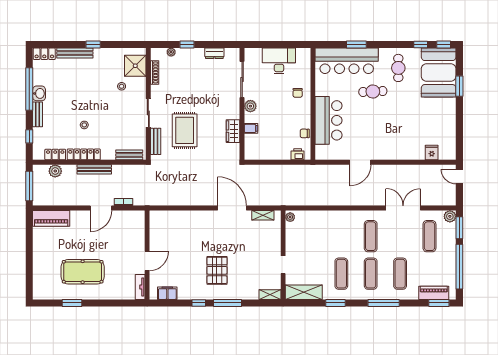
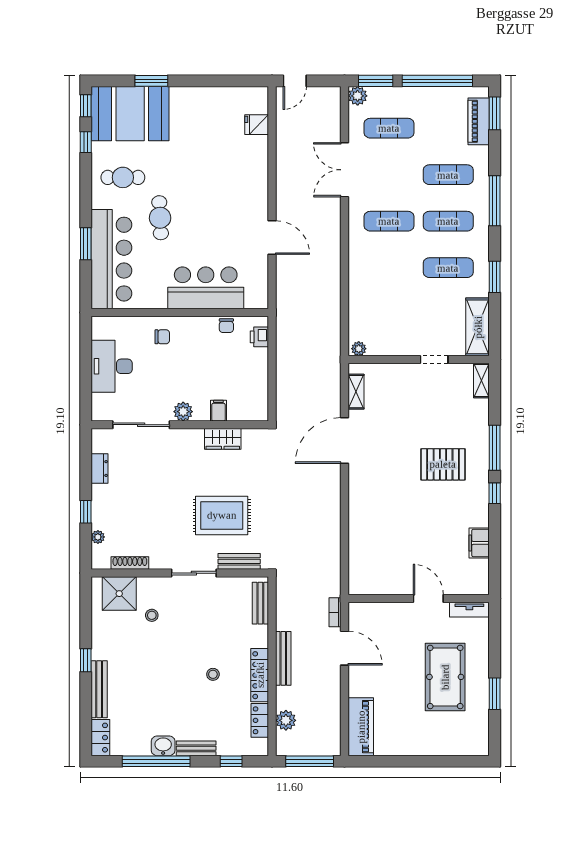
wall: (147, 255) -> (419, 598), moved
door: (147, 261) -> (428, 598), moved
tv unit: (140, 287) -> (469, 610), moved

